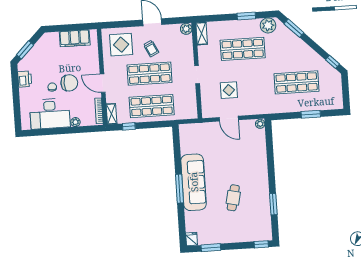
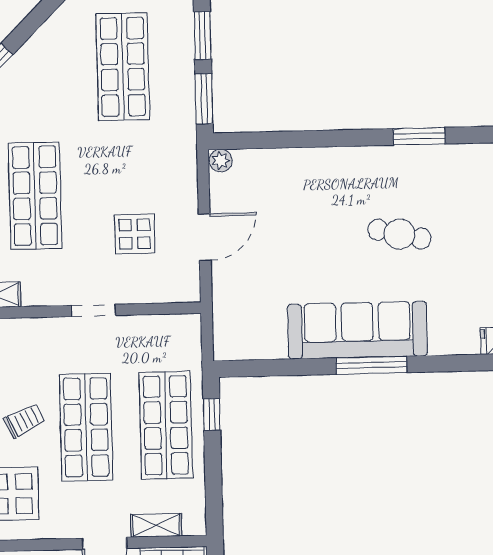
shelving: (111, 114) -> (156, 525), moved
window: (285, 116) -> (204, 99), added
window: (129, 126) -> (212, 415), moved

